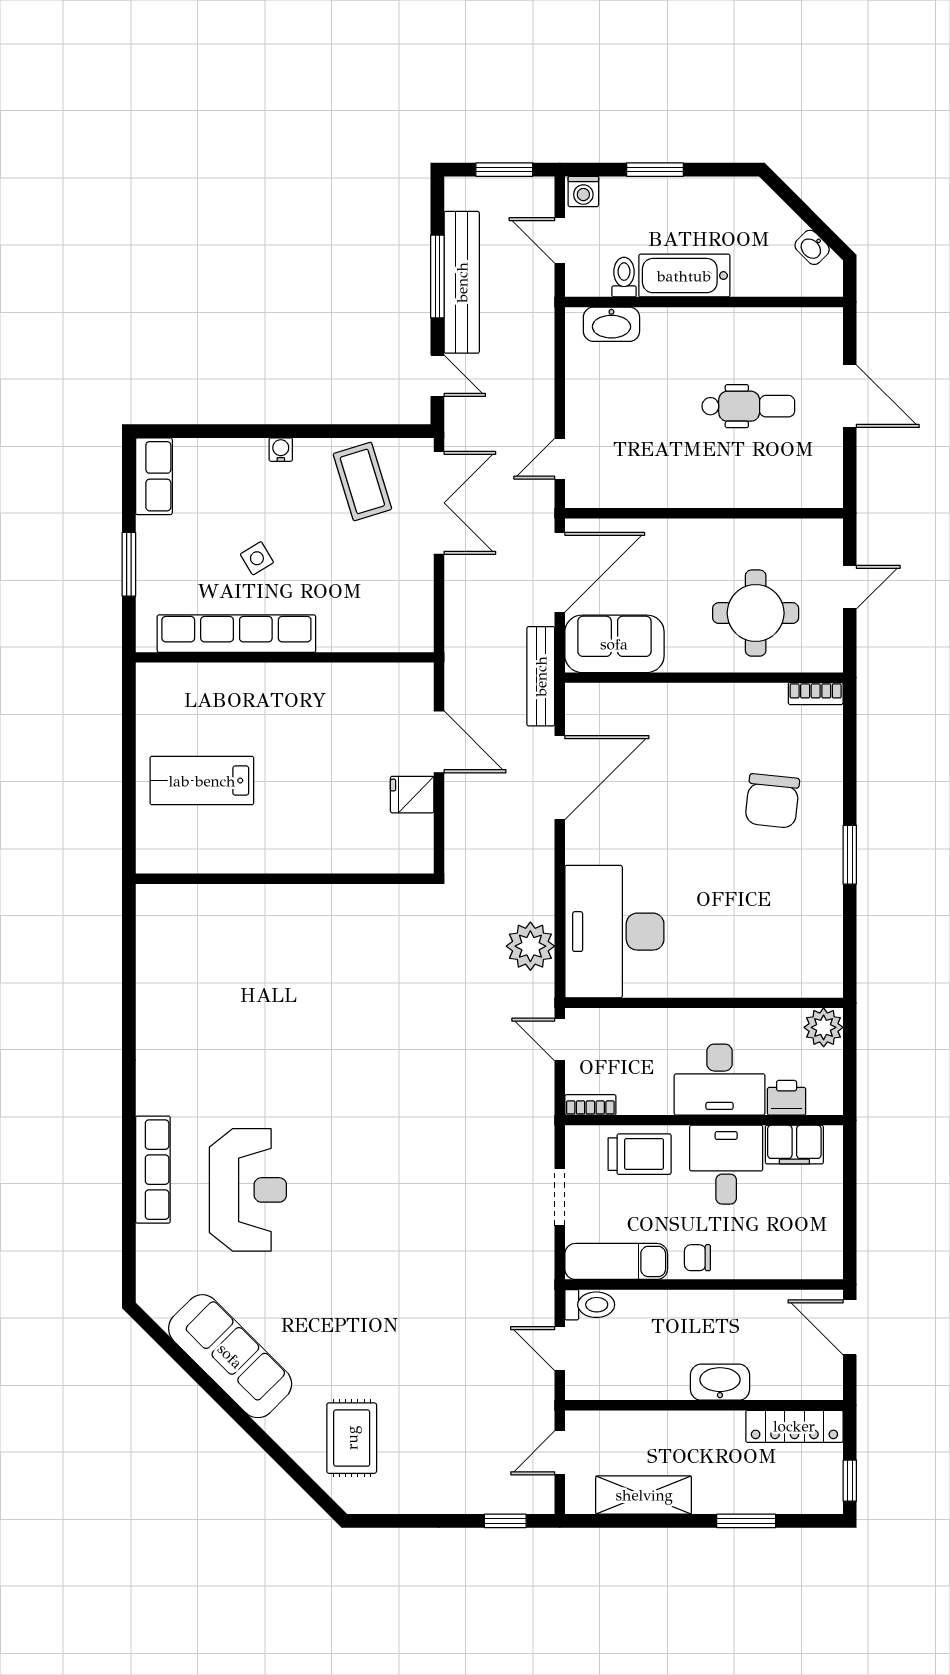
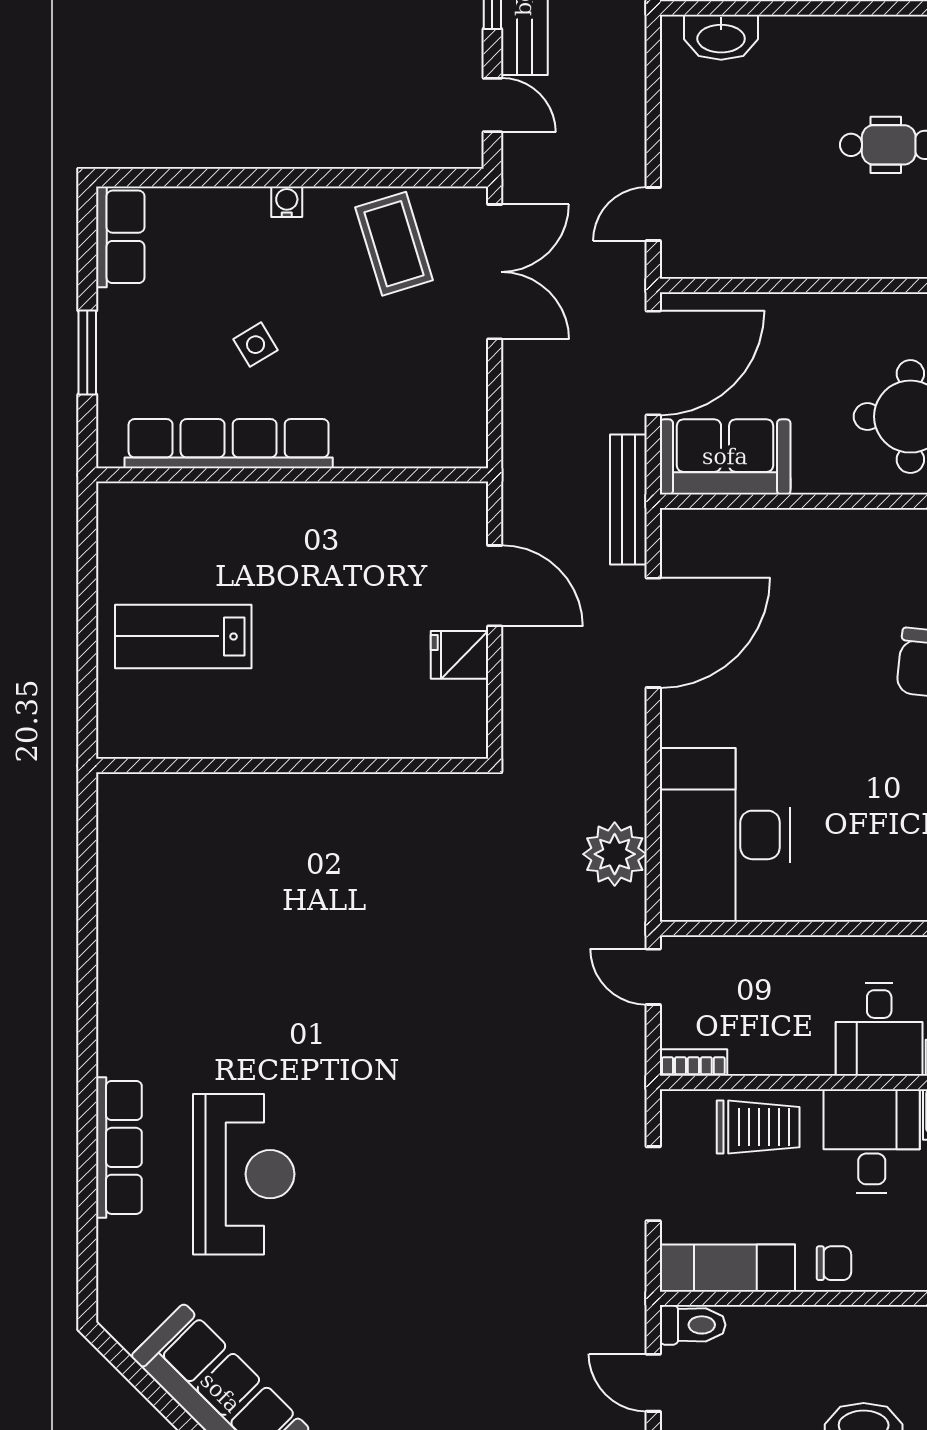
desk: (720, 1080) -> (879, 1029), width x0.73
chair: (697, 1258) -> (834, 1263), turned 180

